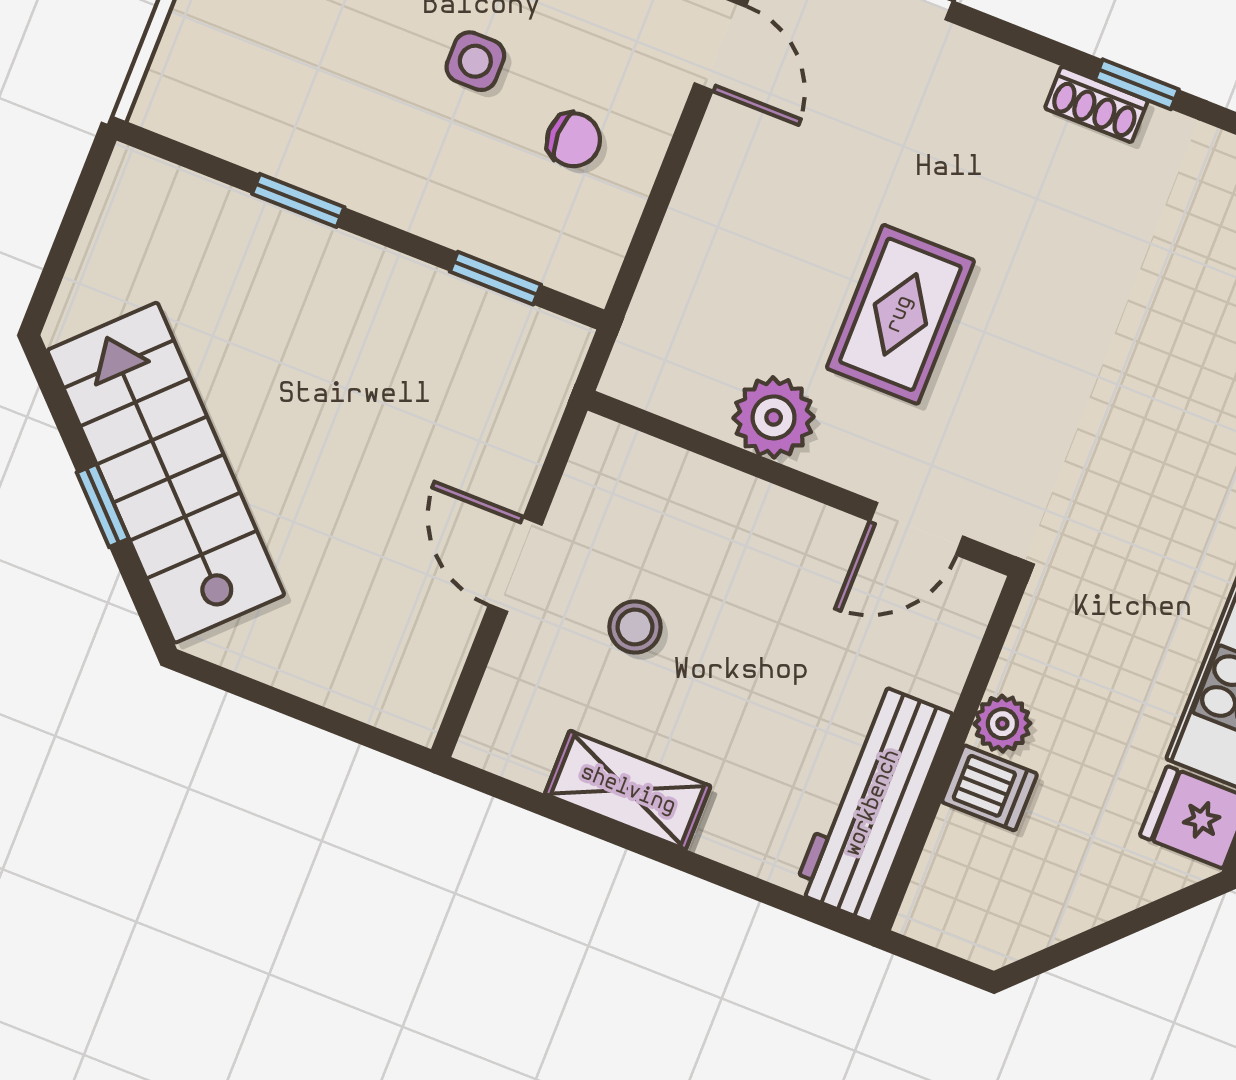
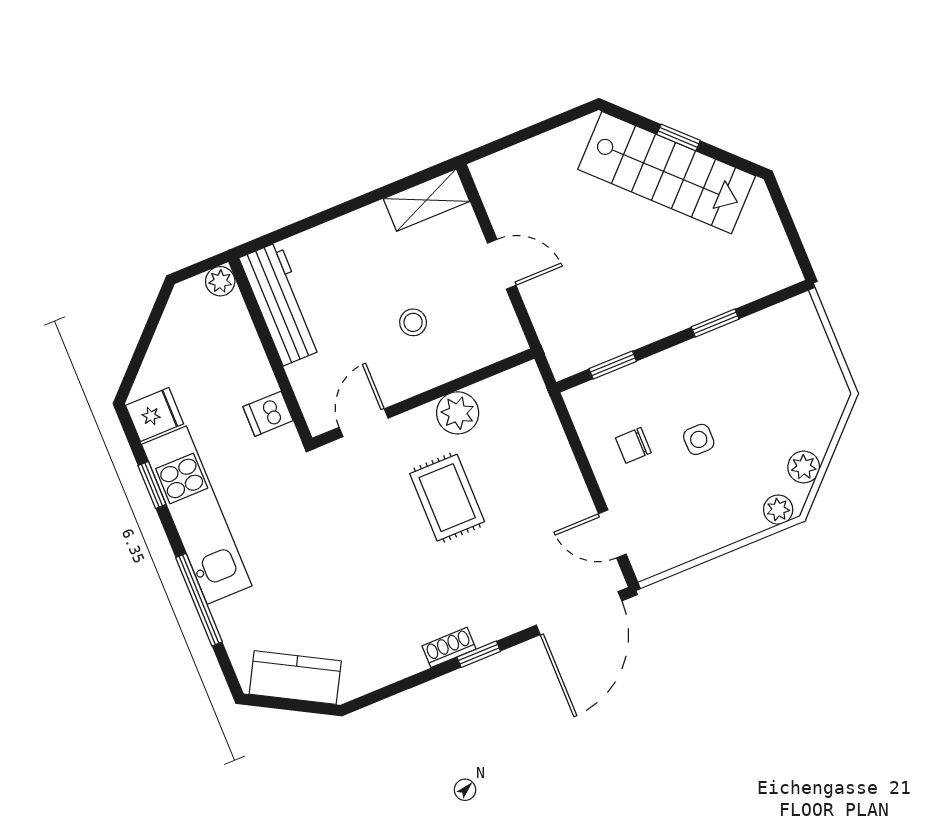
window: (1137, 84) -> (479, 654), moved
stool: (635, 627) -> (413, 322), moved
plant: (1002, 724) -> (220, 281), moved
dishwasher: (990, 788) -> (268, 414), moved
shelving: (628, 790) -> (427, 200), moved

